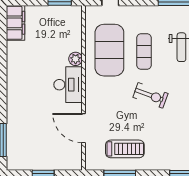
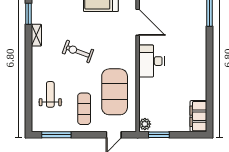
exercise mat: (144, 51) -> (84, 109), moved
plant: (76, 59) -> (145, 124), moved

